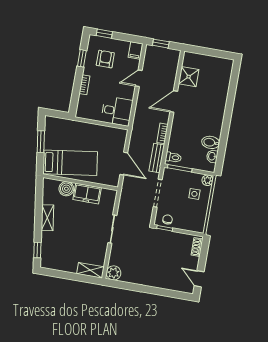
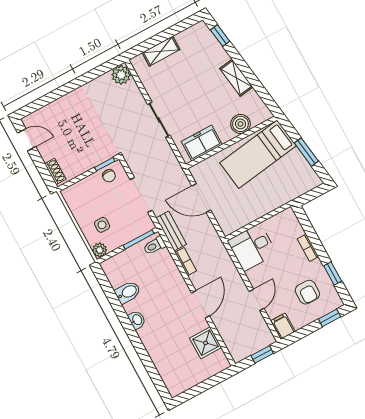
washbasin: (212, 156) -> (137, 320), moved
freezer: (87, 194) -> (202, 143), moved
shelving: (90, 270) -> (161, 51), moved

